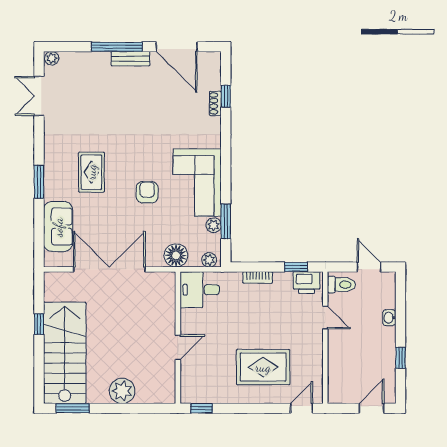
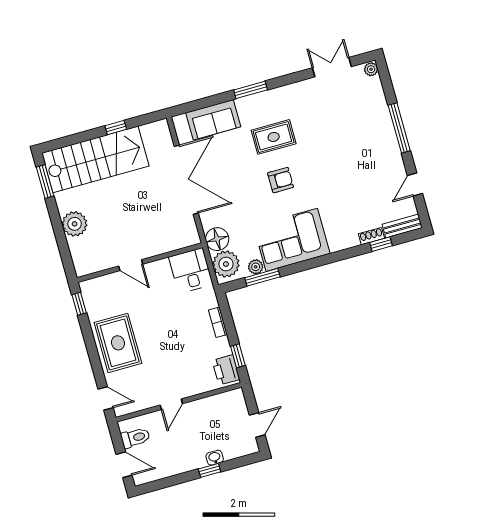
door: (177, 47) -> (415, 185), width x0.53
bench: (131, 59) -> (402, 226), moved, turned 90
armchair: (147, 192) -> (281, 180), moved
plant: (209, 260) -> (226, 264), width x1.88, depth x1.88
toilet: (341, 285) -> (135, 438), moved, turned -90
door: (325, 317) -> (171, 404), moved
window: (400, 358) -> (210, 470), moved
rug: (263, 367) -> (118, 343), moved

